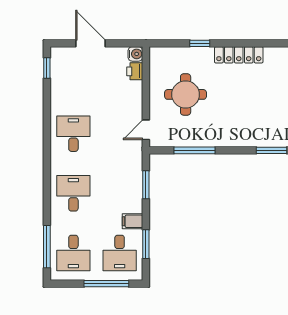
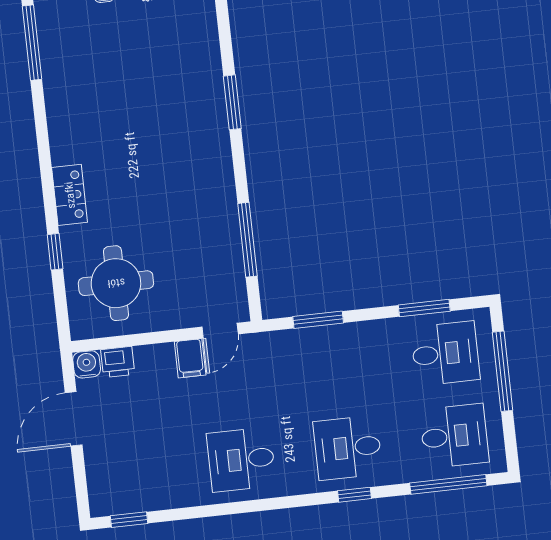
door: (91, 43) -> (74, 419), moved
locker: (239, 55) -> (70, 195), width x0.66
round table: (186, 94) -> (116, 283), moved
door: (146, 130) -> (220, 331), hinge flipped
window: (47, 194) -> (355, 495), added
filing cabinet: (133, 221) -> (190, 358), moved

